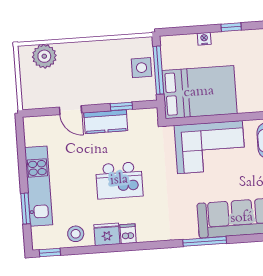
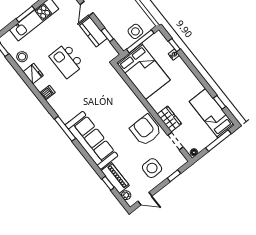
window: (231, 27) -> (174, 45), moved
corner sofa: (210, 147) -> (118, 97), removed
window: (26, 209) -> (25, 14), moved
dishwasher: (128, 234) -> (47, 93), moved

